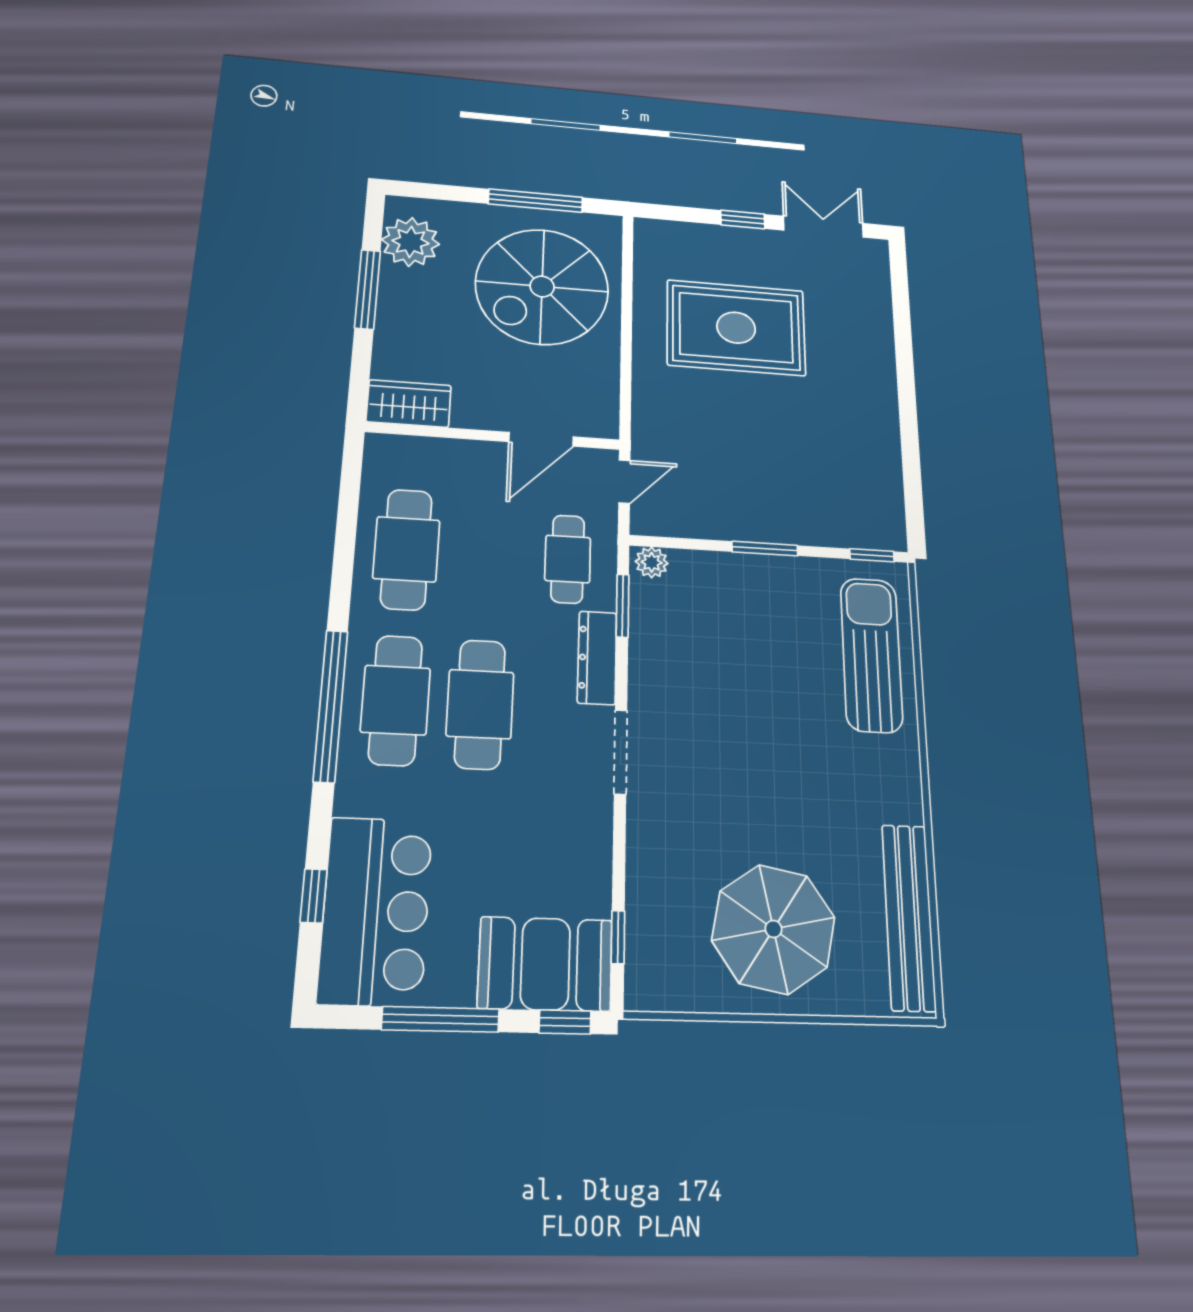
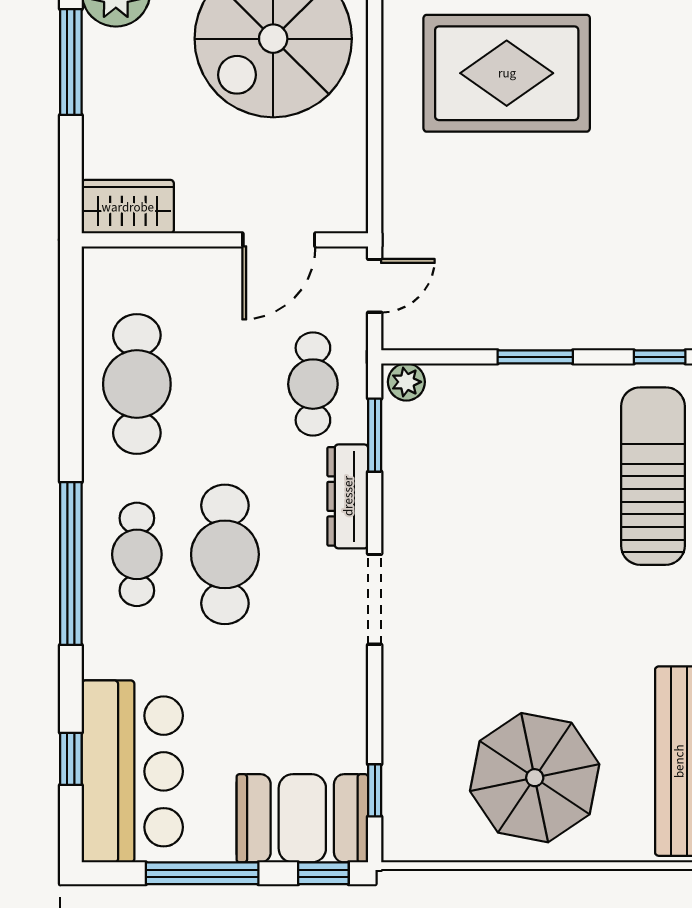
cafe table: (395, 700) -> (137, 554), width x0.73, depth x0.74

